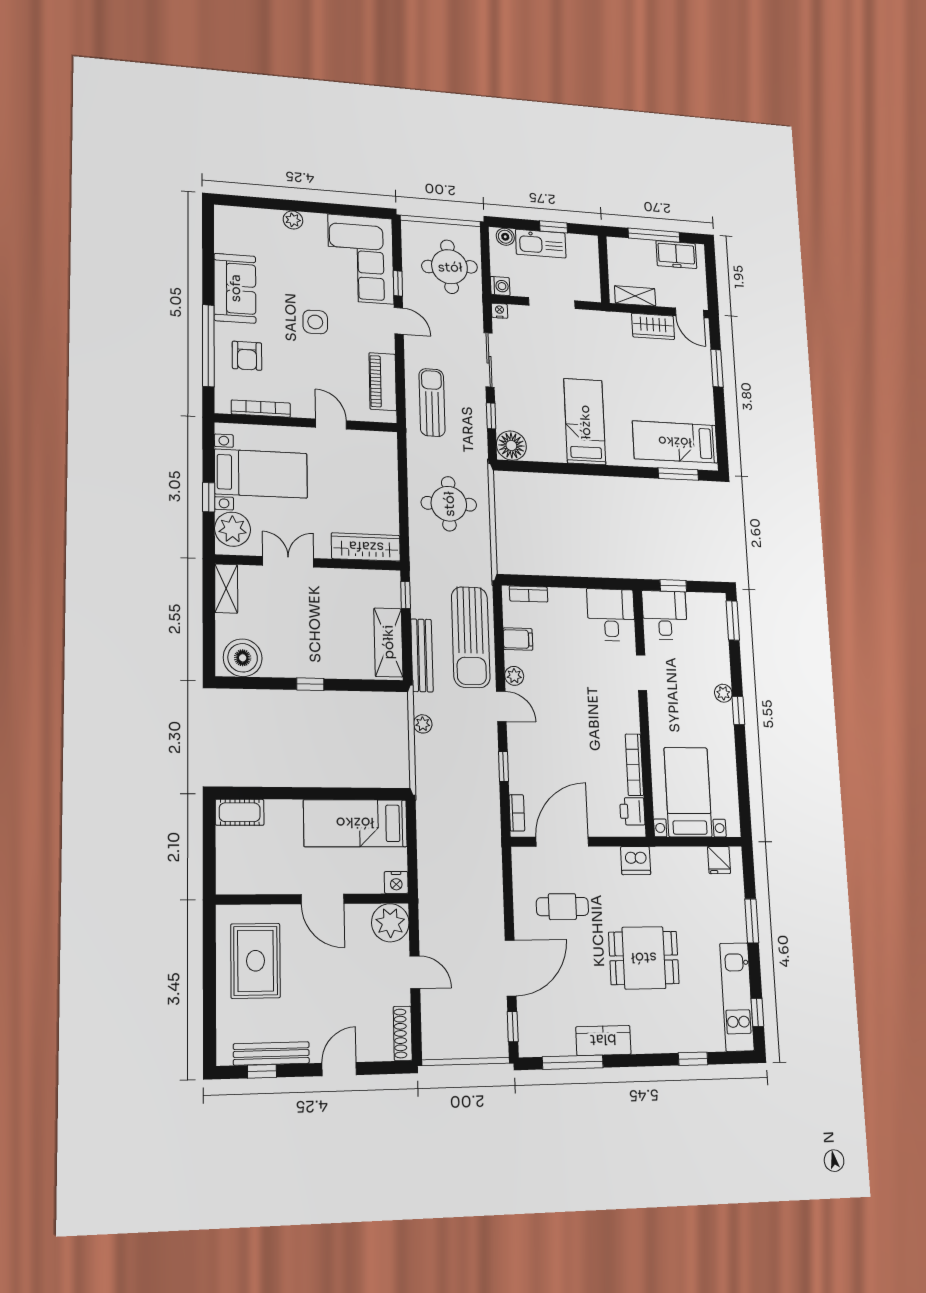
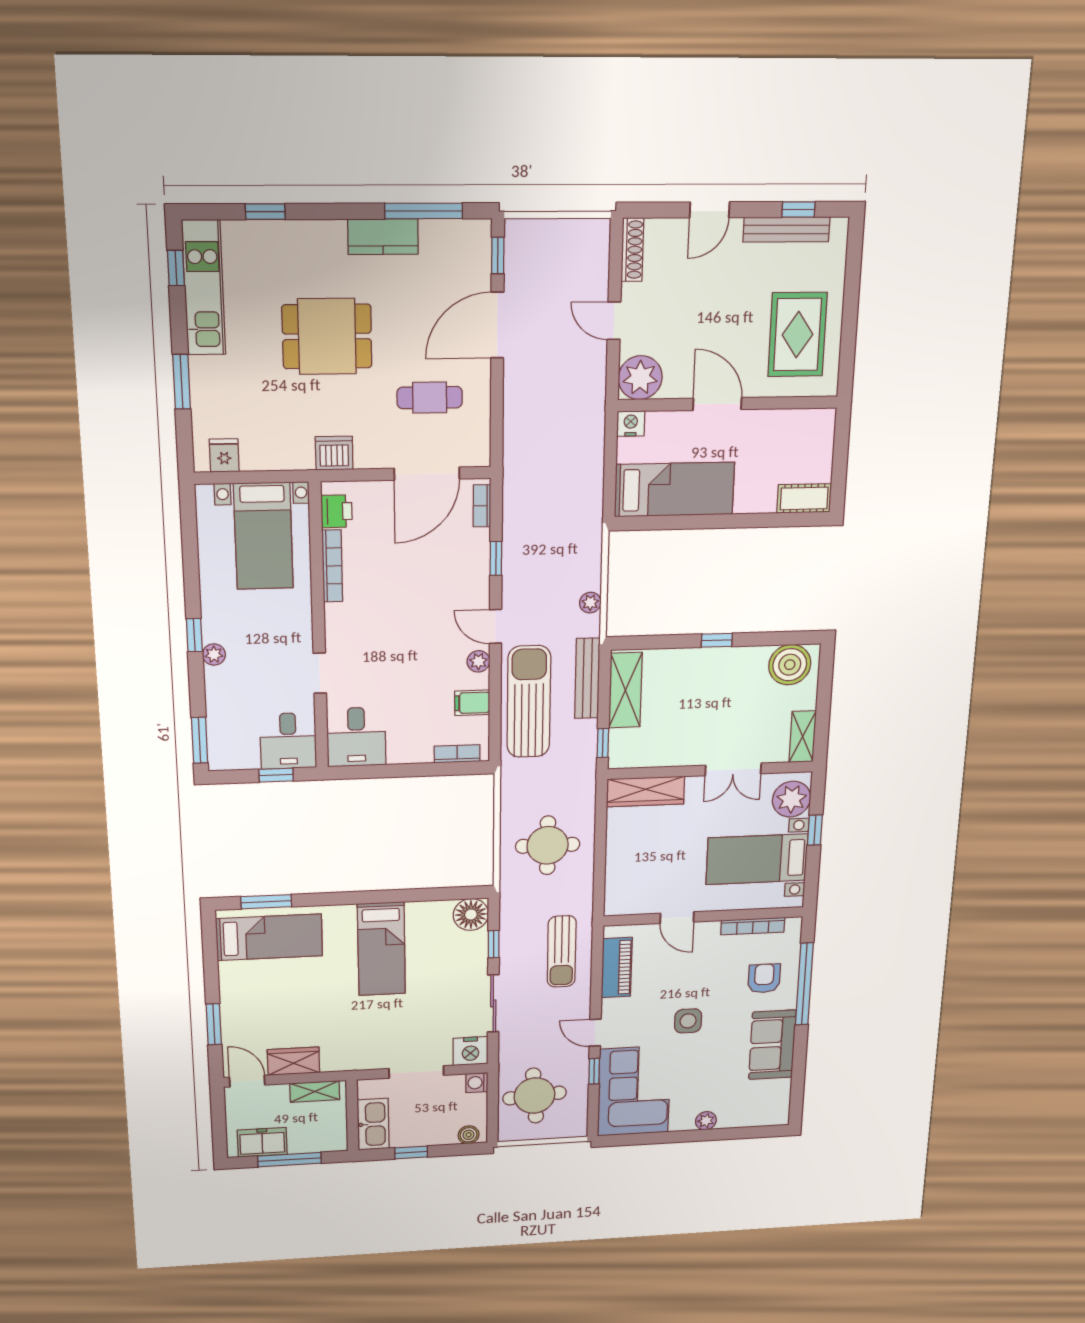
kitchen sink: (541, 244) -> (373, 1124), moved, turned 90
nightstand: (500, 311) -> (471, 1051), width x1.89, depth x1.79

